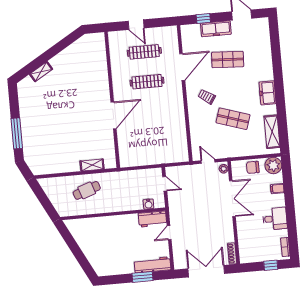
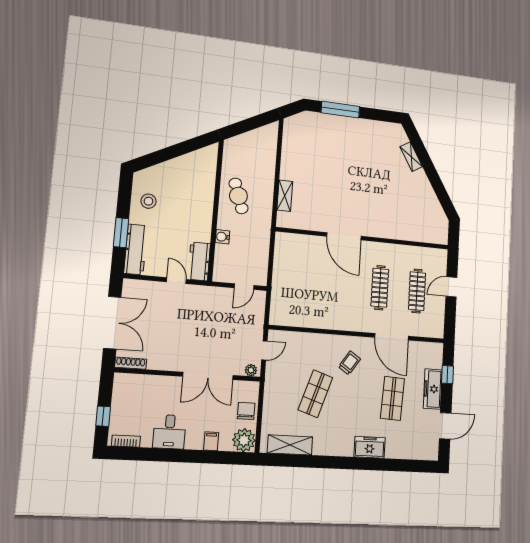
freezer: (267, 93) -> (370, 447), moved
cafe table: (87, 190) -> (238, 196), moved
water cooler: (148, 204) -> (222, 237), moved
stool: (116, 262) -> (148, 201), added

